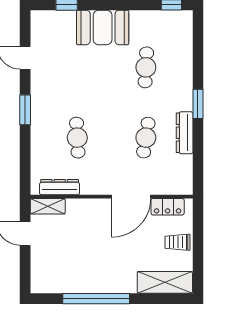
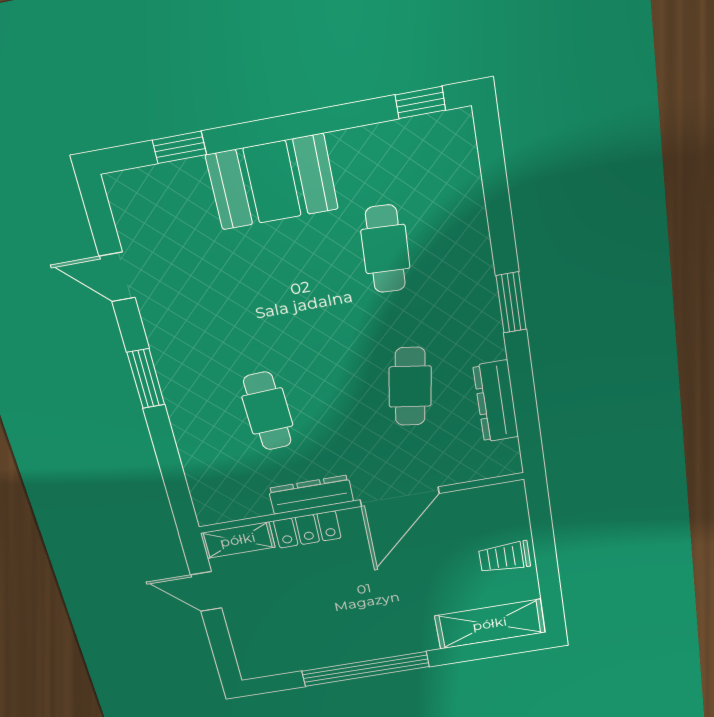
dresser: (185, 133) -> (496, 401), moved
dresser: (60, 187) -> (311, 495), moved
locker: (168, 207) -> (307, 529), moved

